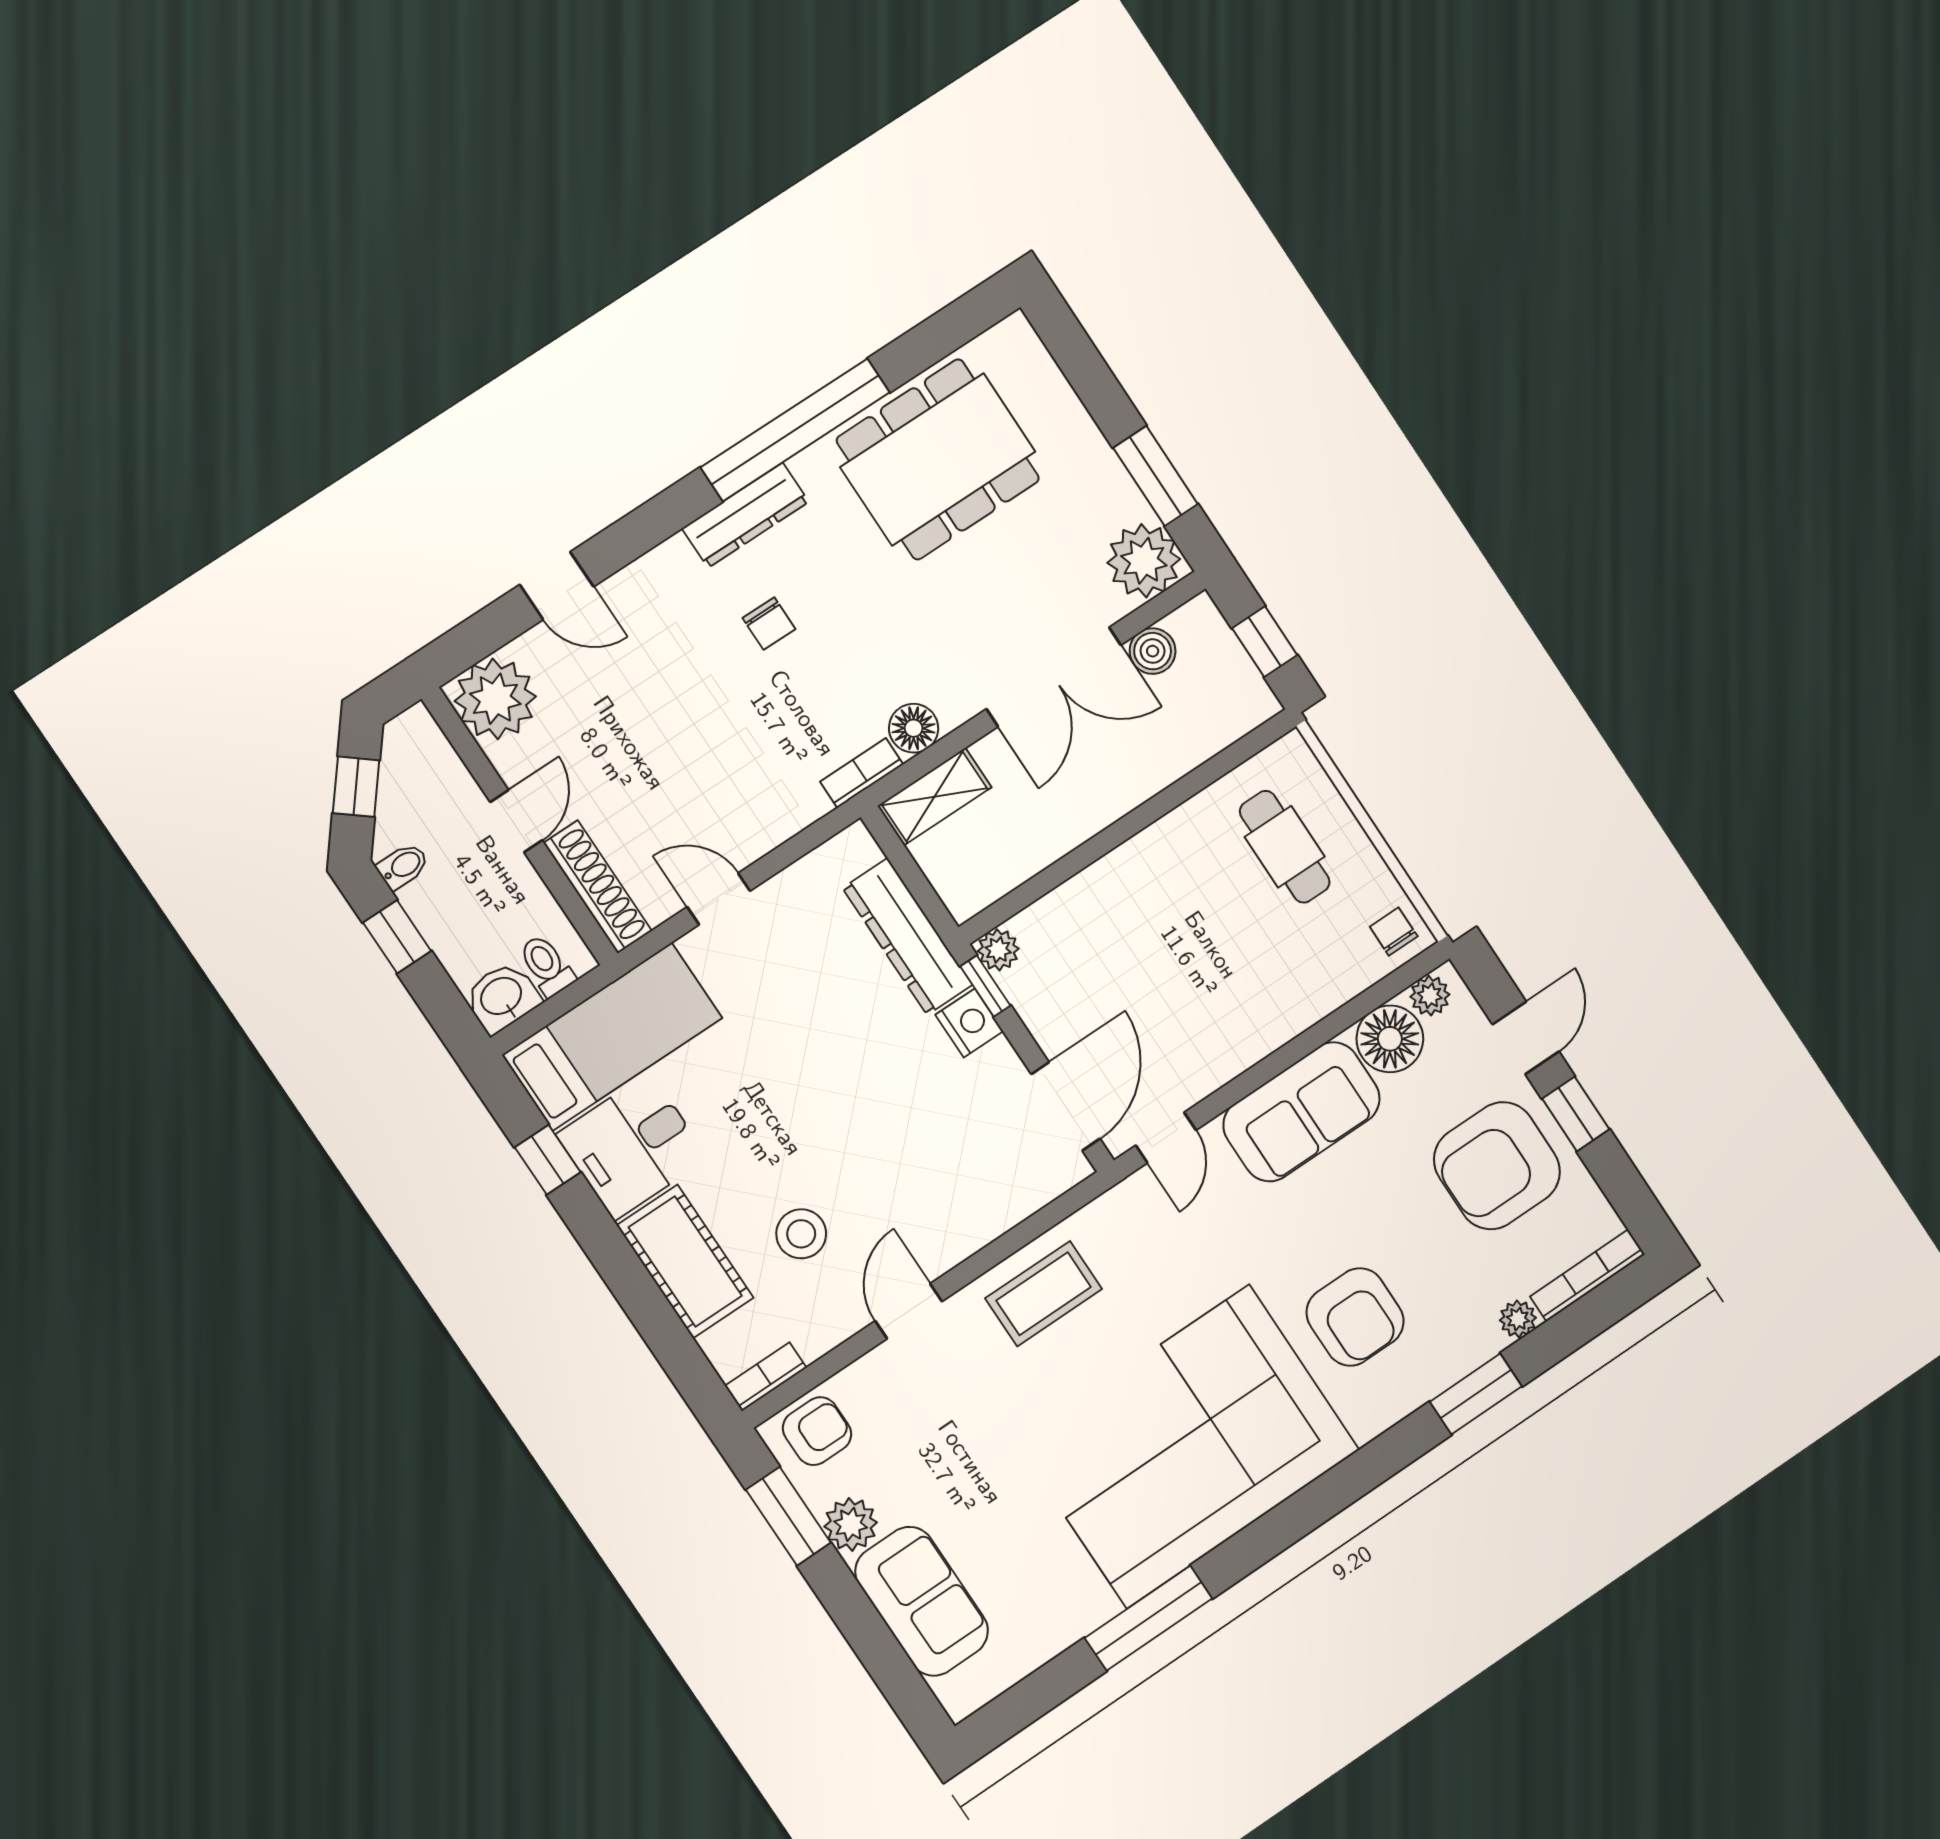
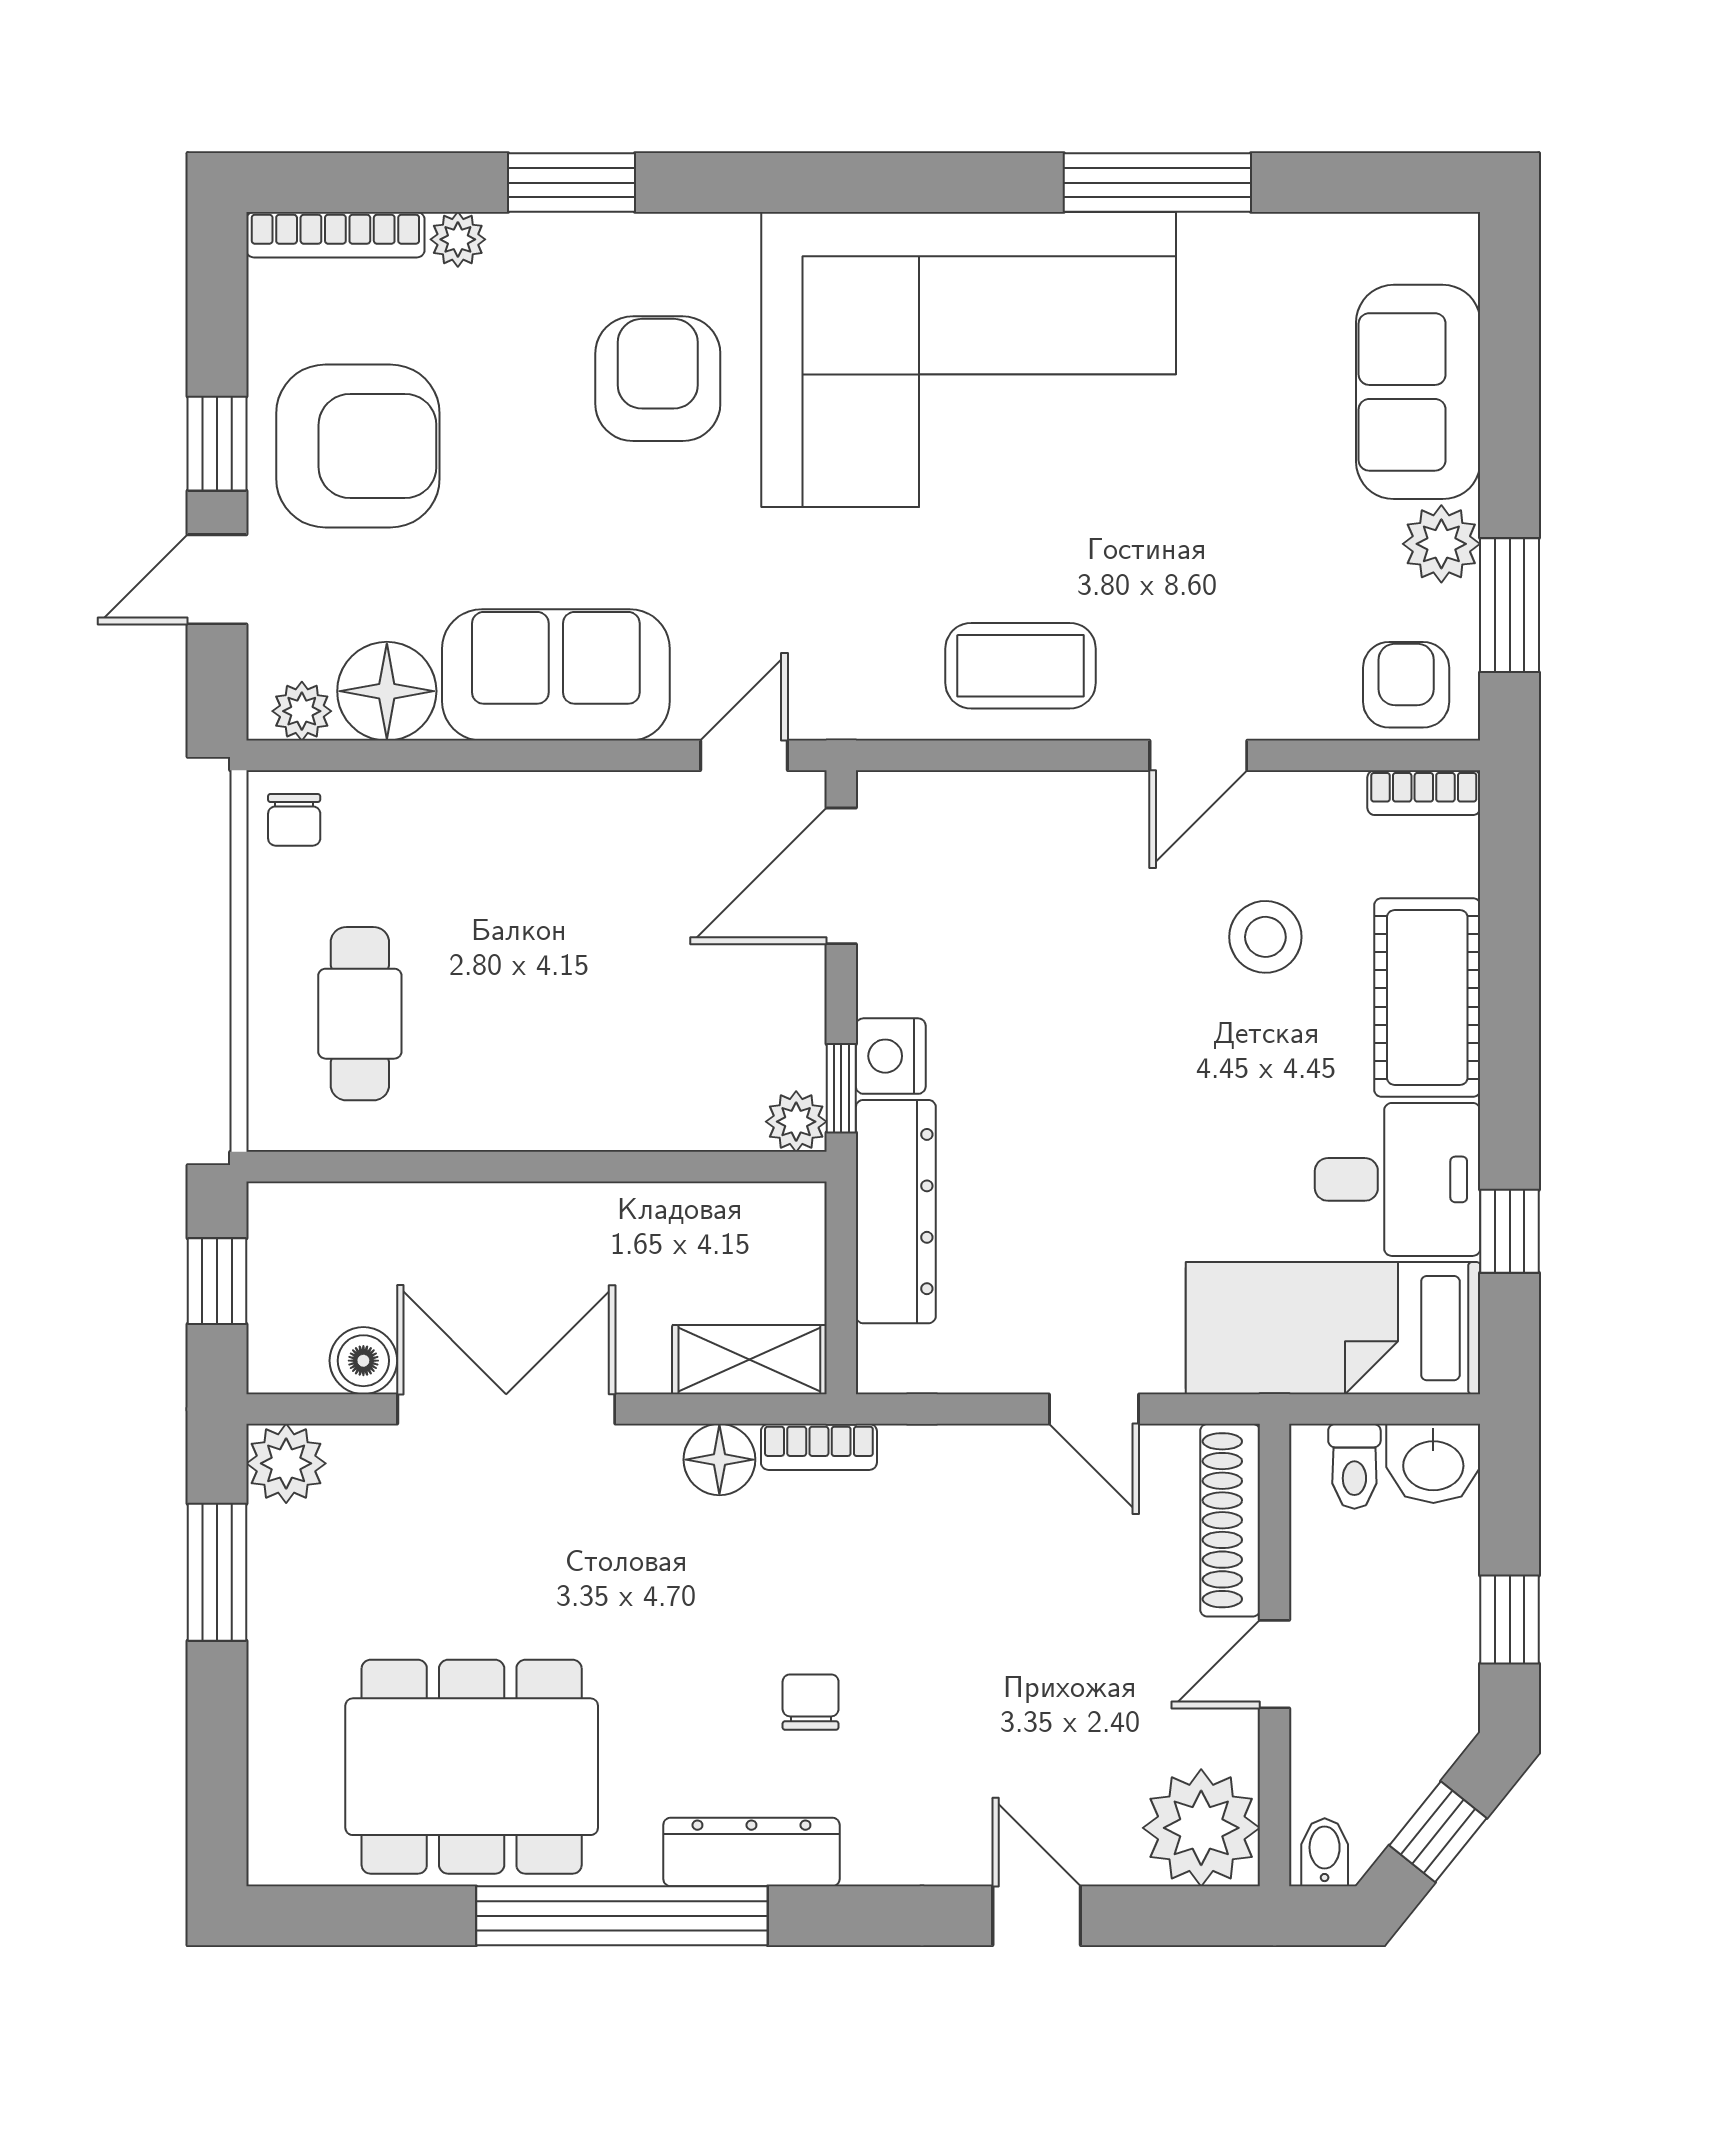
plant: (1144, 561) -> (286, 1463), width x0.73, depth x0.73
bidet: (403, 866) -> (1325, 1852), moved, turned 90
armchair: (817, 1431) -> (1406, 685), turned 90

